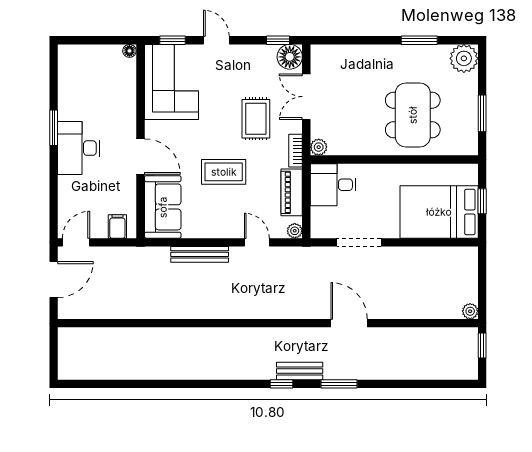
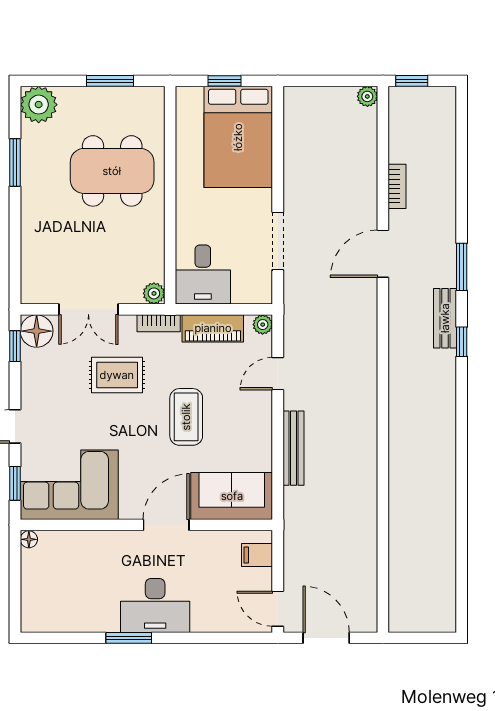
bookcase: (401, 334) -> (397, 186), added

